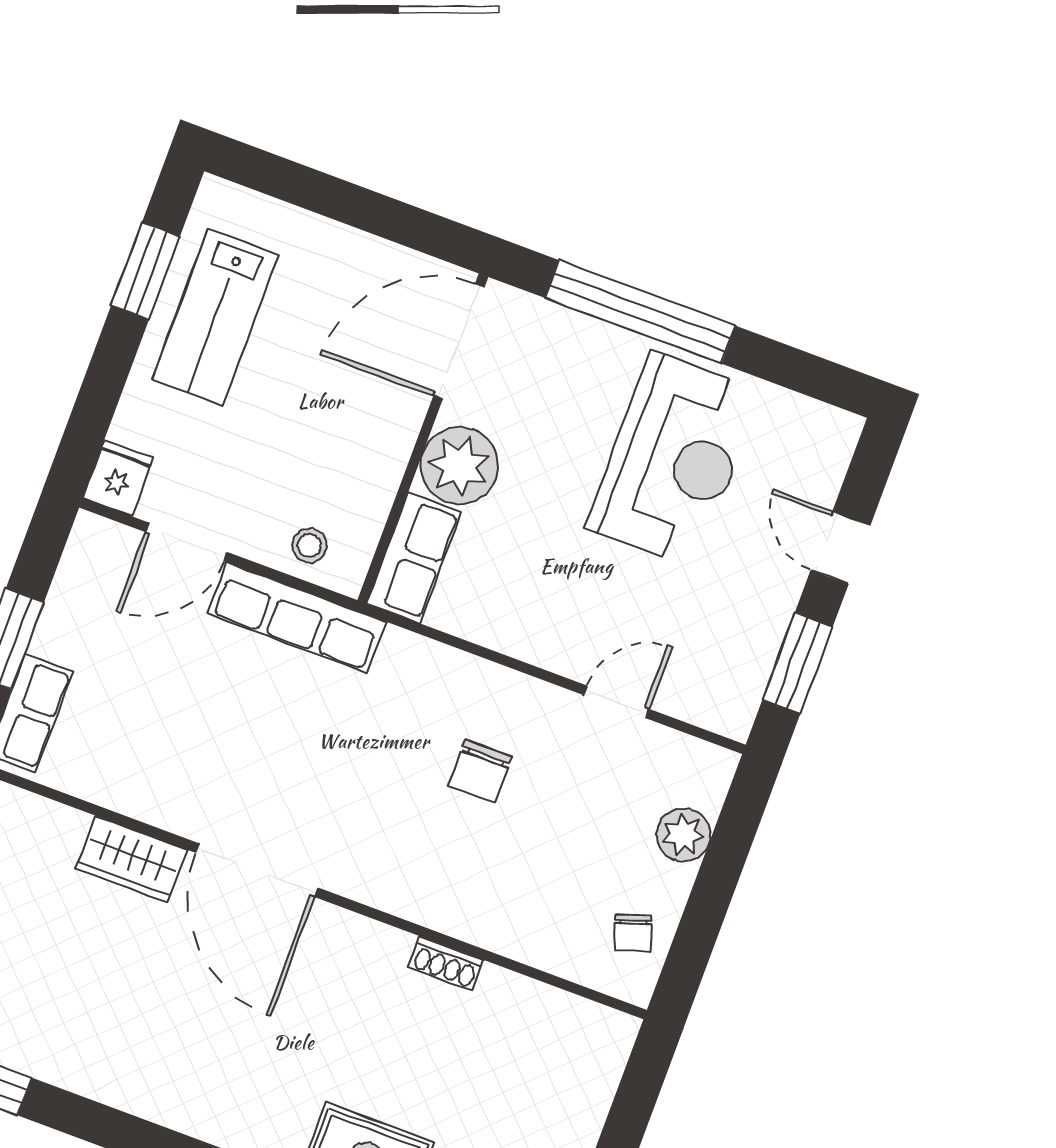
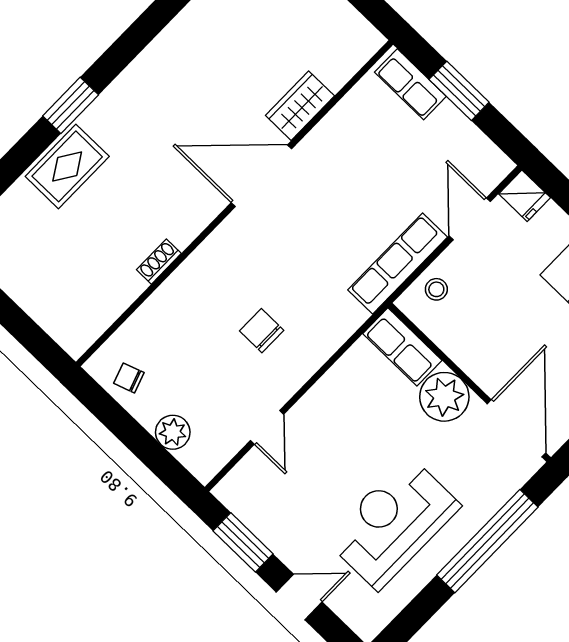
reception desk: (674, 459) -> (393, 523), turned 90

